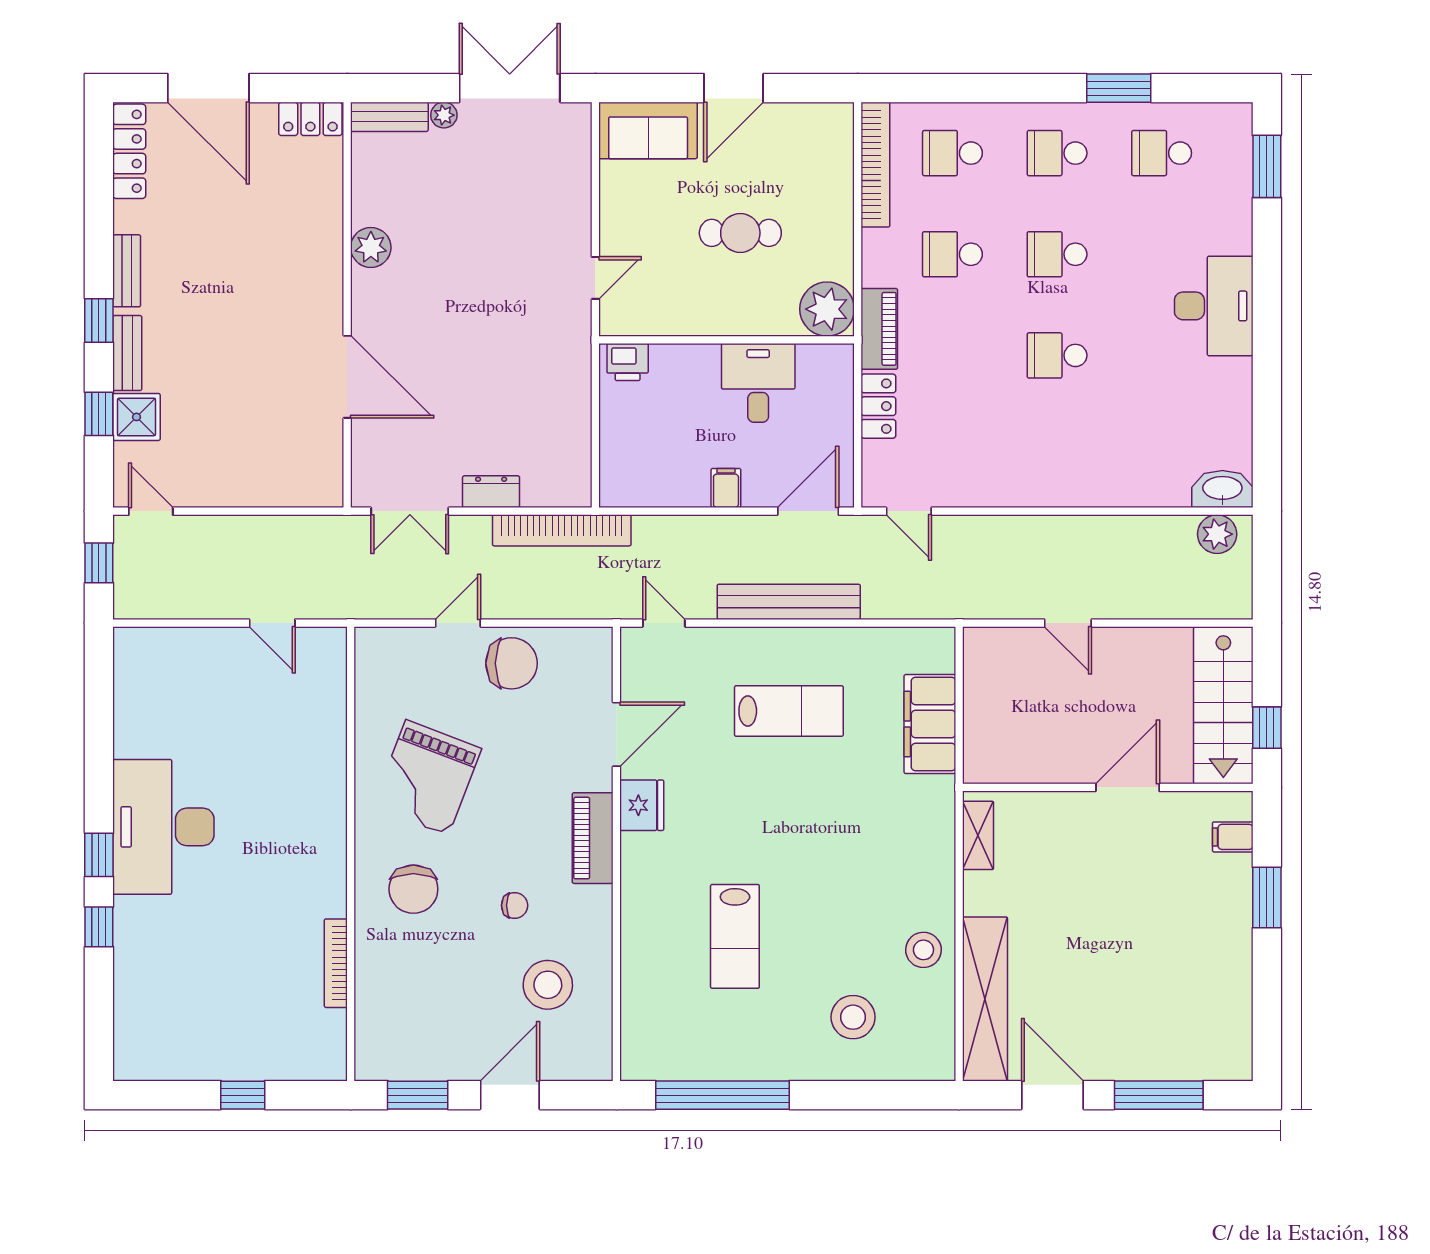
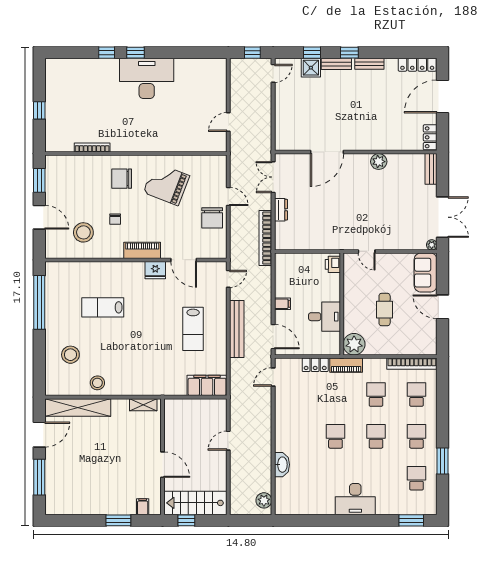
plant: (444, 115) -> (432, 245), moved
washbasin: (1222, 489) -> (282, 465), moved
filing cabinet: (930, 724) -> (207, 385), moved

